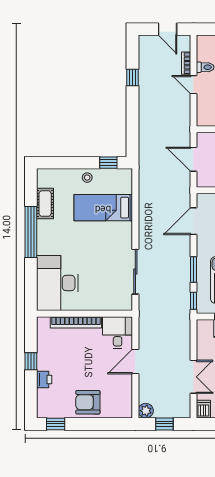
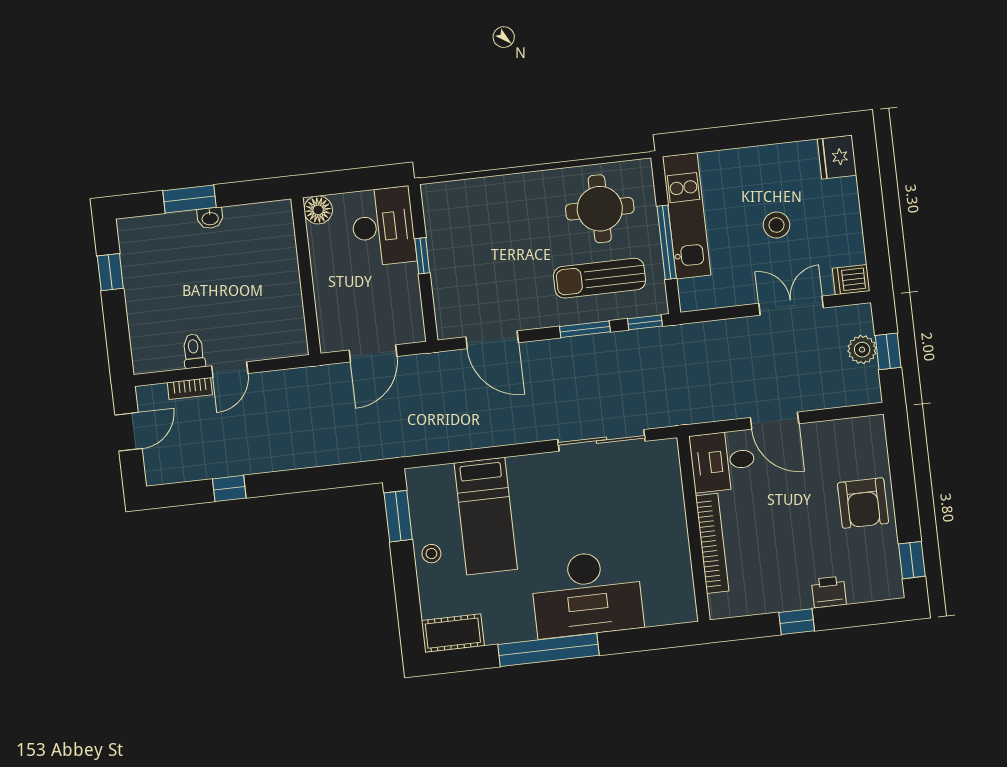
window: (108, 163) -> (398, 516), width x1.50
cot: (45, 203) -> (453, 633), moved
desk: (57, 283) -> (587, 594), moved
plant: (146, 411) -> (862, 350), moved

